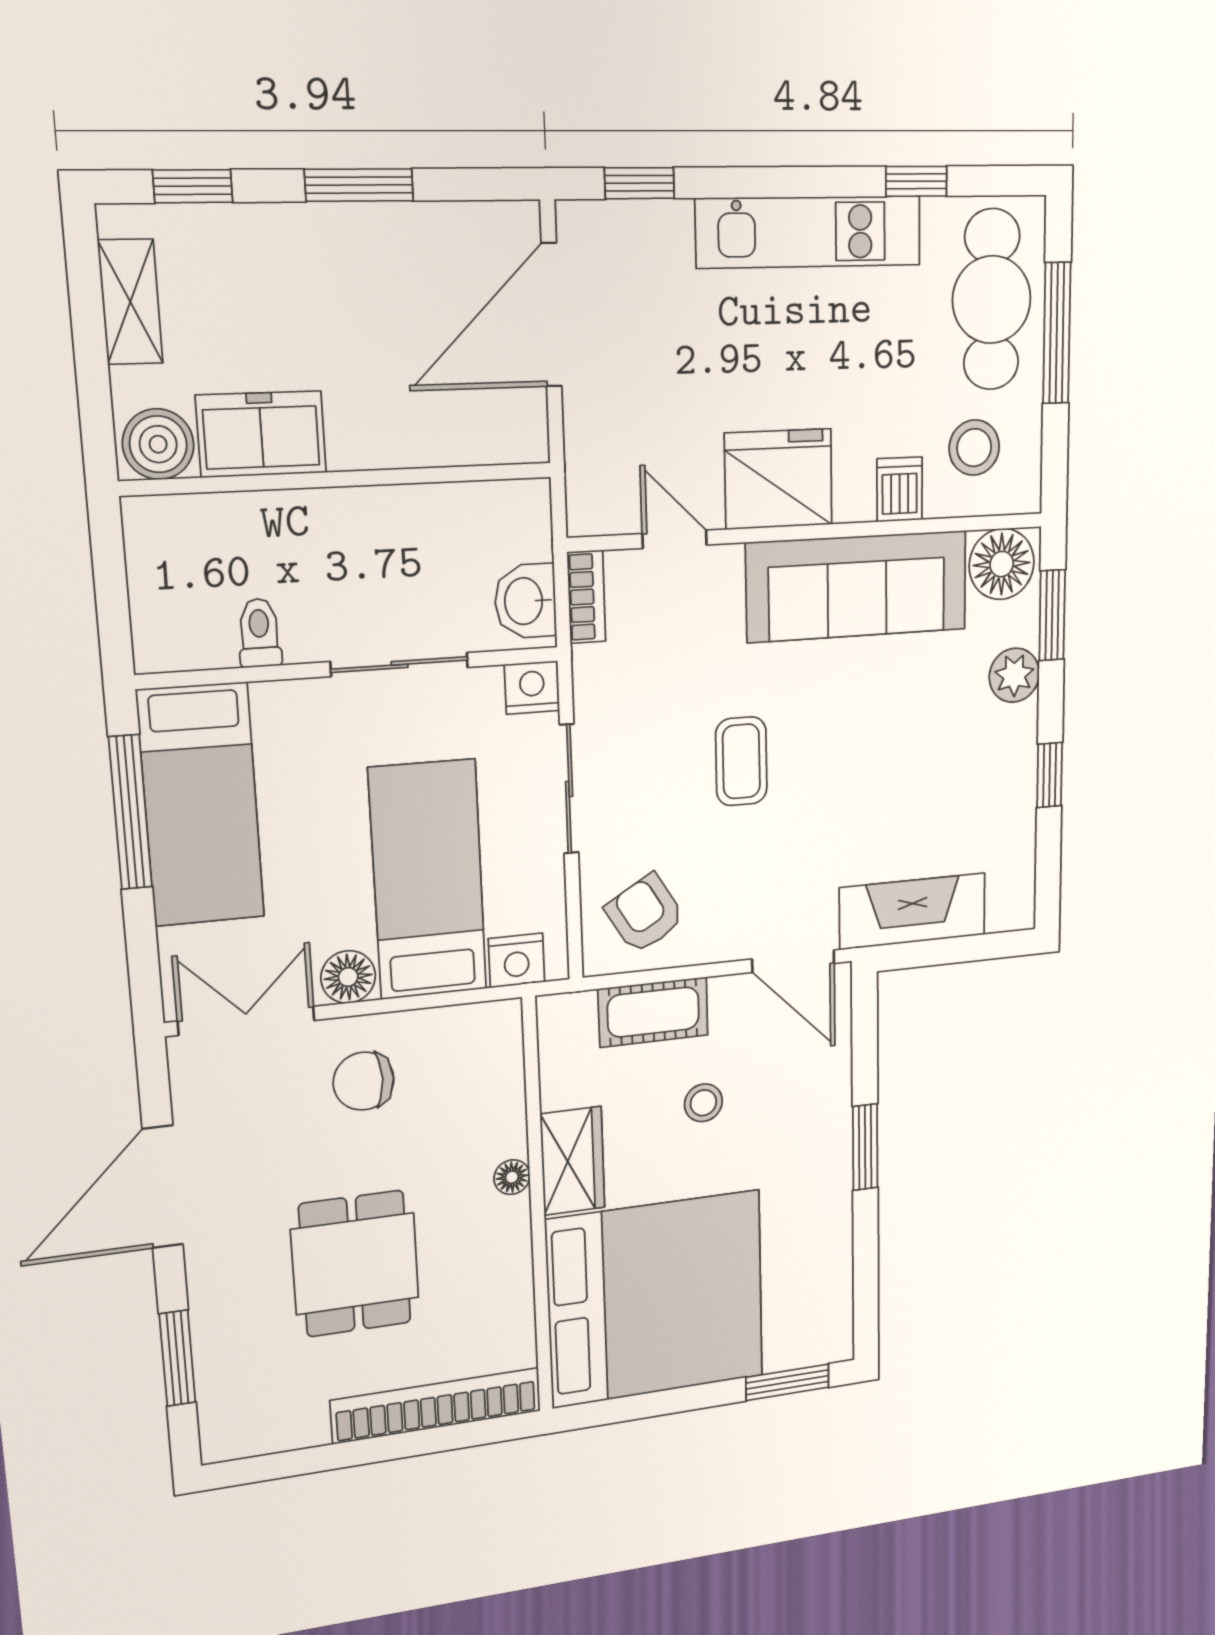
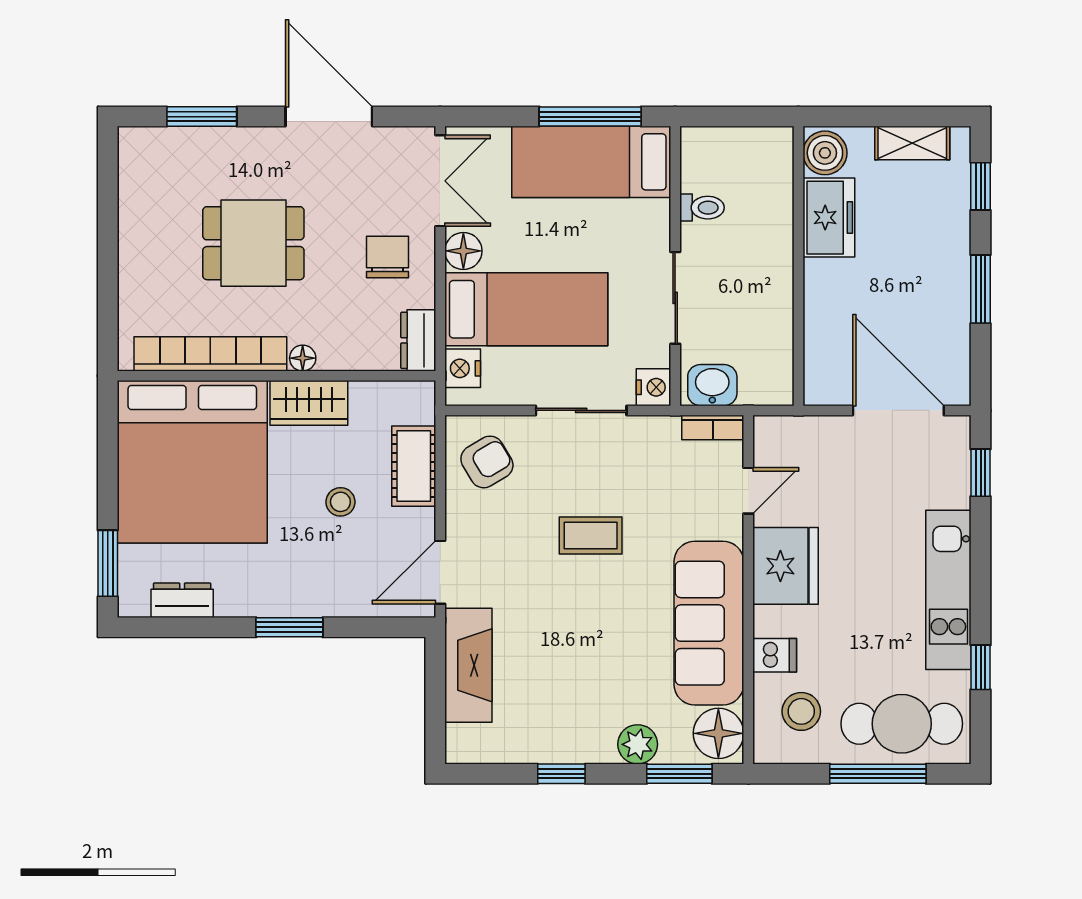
dresser: (480, 1025) -> (418, 340), added
dresser: (832, 1285) -> (182, 600), added
bookcase: (436, 1406) -> (210, 354), moved, turned -90

